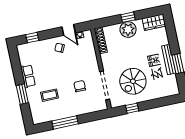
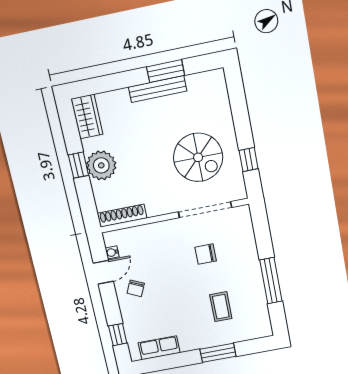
row of seats: (28, 76) -> (159, 348), moved

